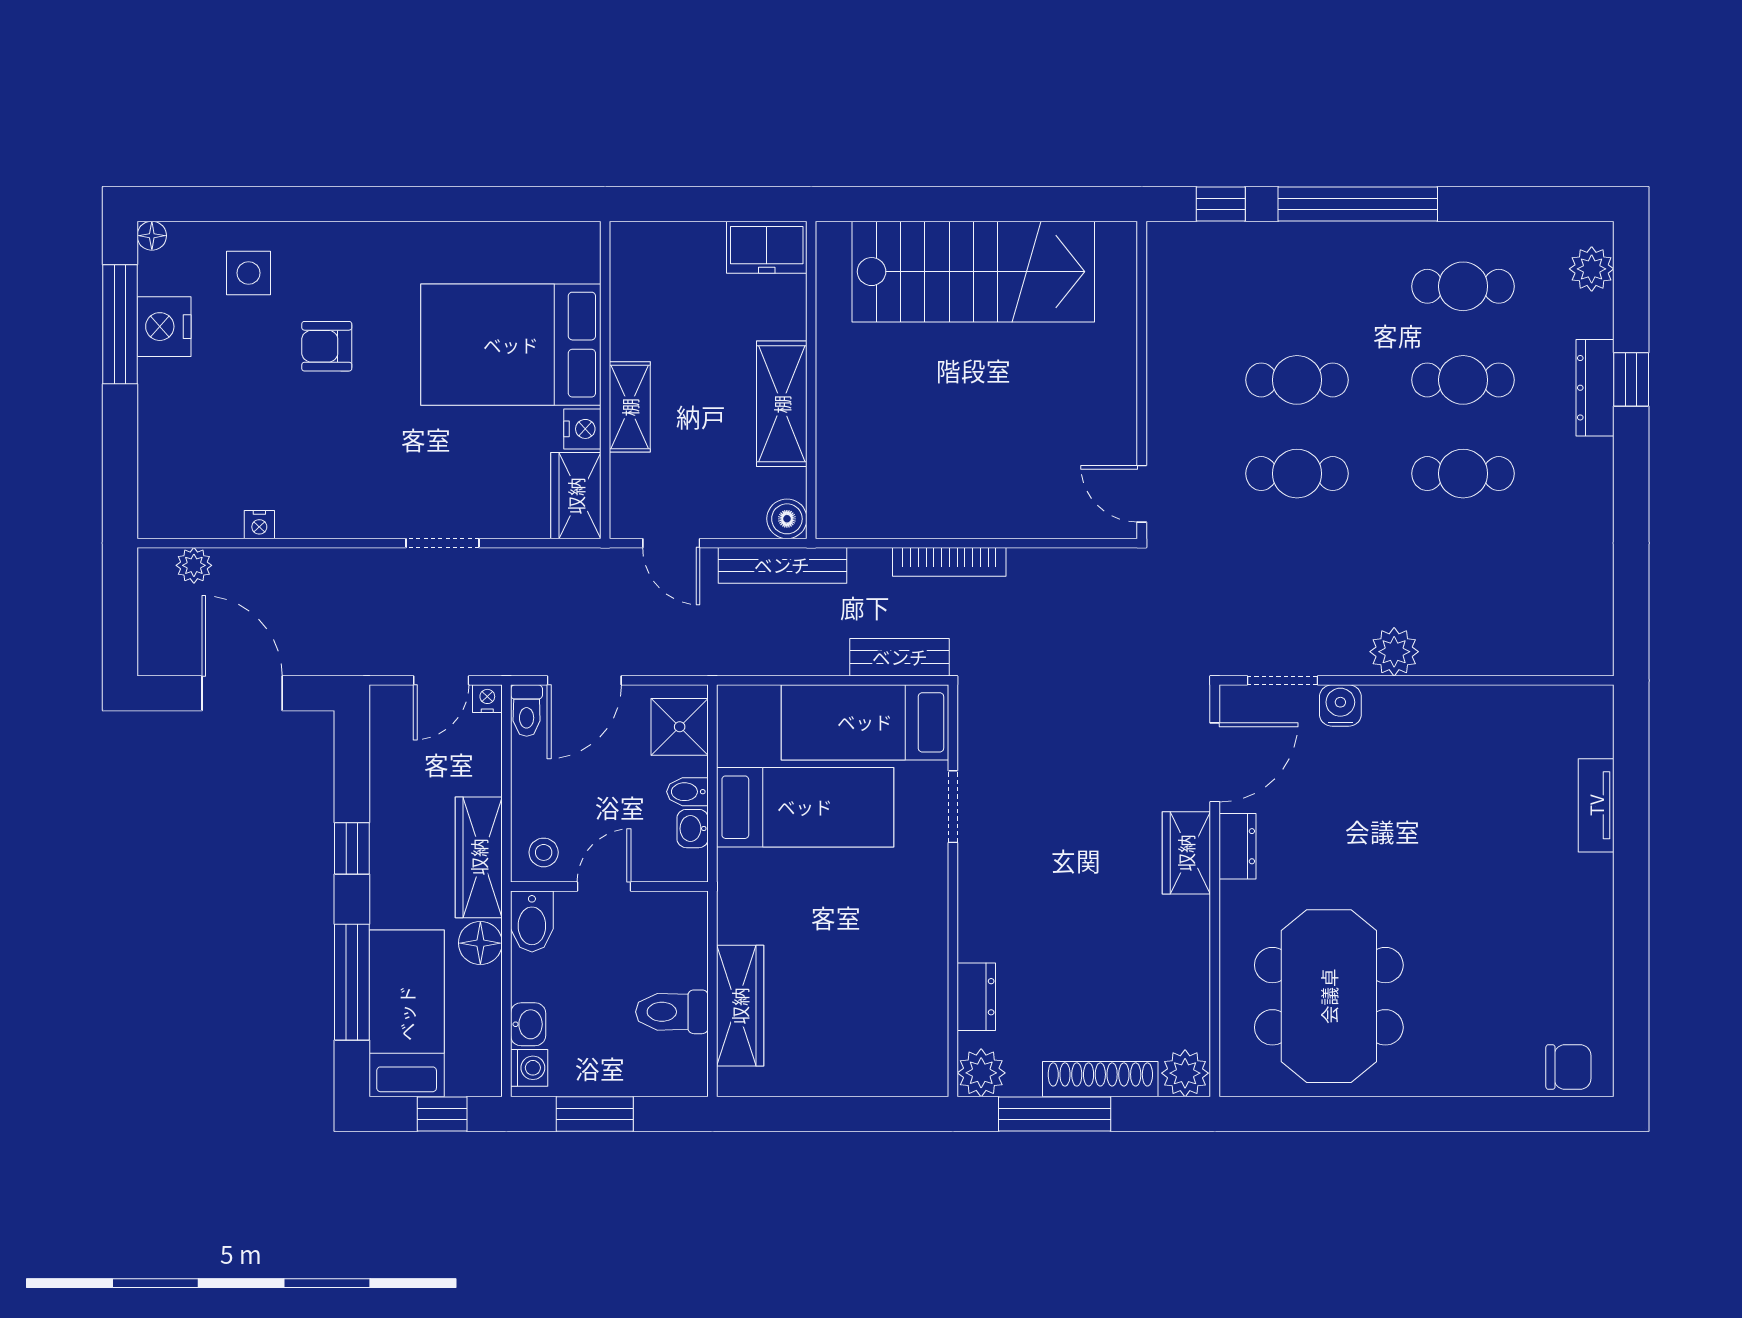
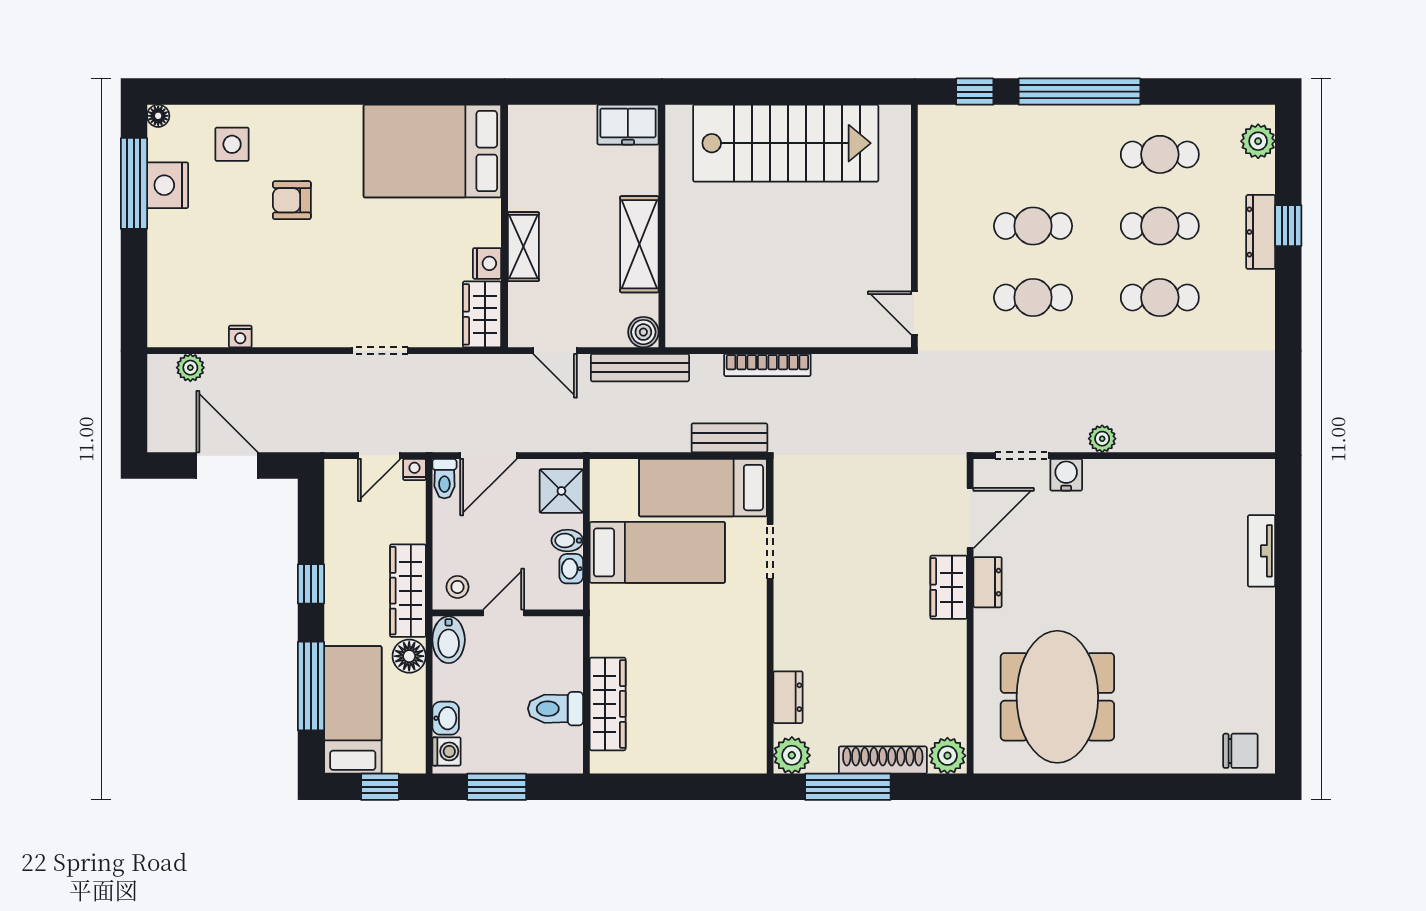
bed: (511, 345) -> (432, 151), moved
plant: (1394, 652) -> (1102, 439), width x0.73, depth x0.73

